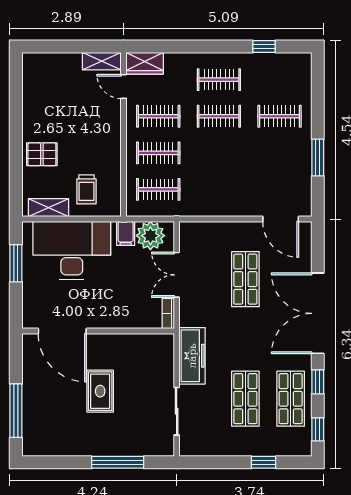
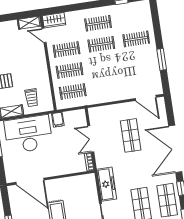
plant: (150, 236) -> (72, 119), removed

